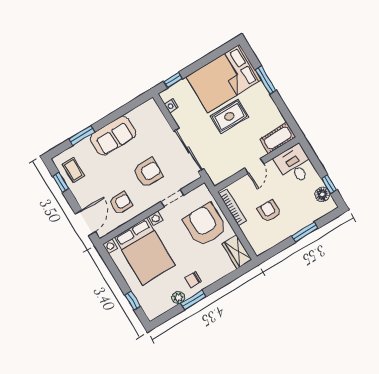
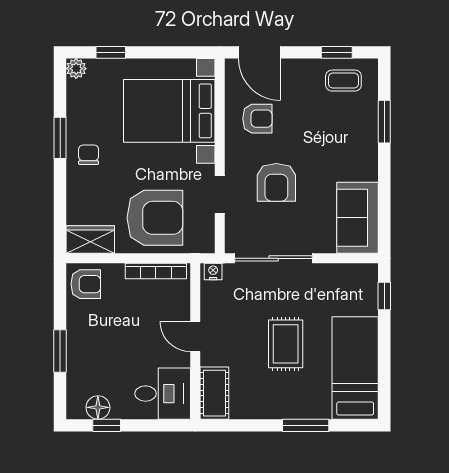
bed: (224, 78) -> (355, 368), width x0.67
nightstand: (171, 106) -> (213, 272), moved
sofa: (113, 136) -> (358, 218), moved
armchair: (121, 203) -> (257, 119), turned -90
armchair: (269, 211) -> (86, 284), moved
plant: (178, 297) -> (76, 69), moved

